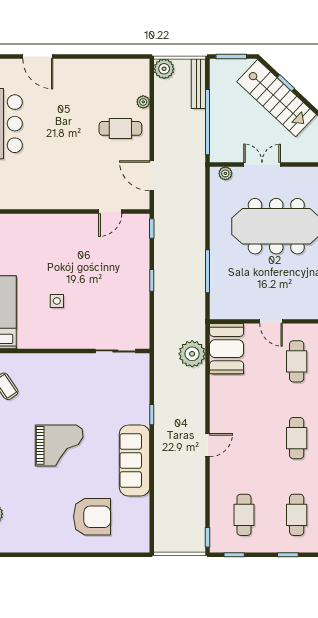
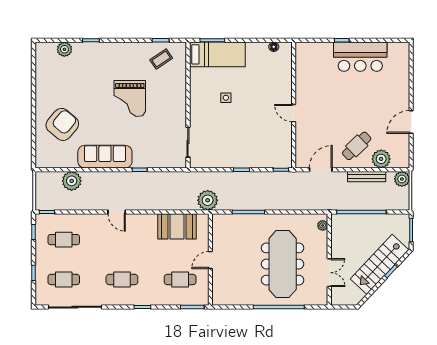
door: (38, 57) -> (411, 122), moved
bench: (198, 84) -> (367, 177), moved
plant: (143, 102) -> (381, 159), width x1.87, depth x1.87
cafe table: (120, 128) -> (357, 146), turned 46
double door: (262, 165) -> (329, 273), moved
door: (110, 212) -> (294, 113), moved
booth: (227, 349) -> (177, 226), moved
plant: (192, 354) -> (208, 200), moved
grand piano: (59, 445) -> (130, 98), moved
plant: (167, 504) -> (72, 181), added
armchair: (92, 517) -> (62, 124), turned -140

